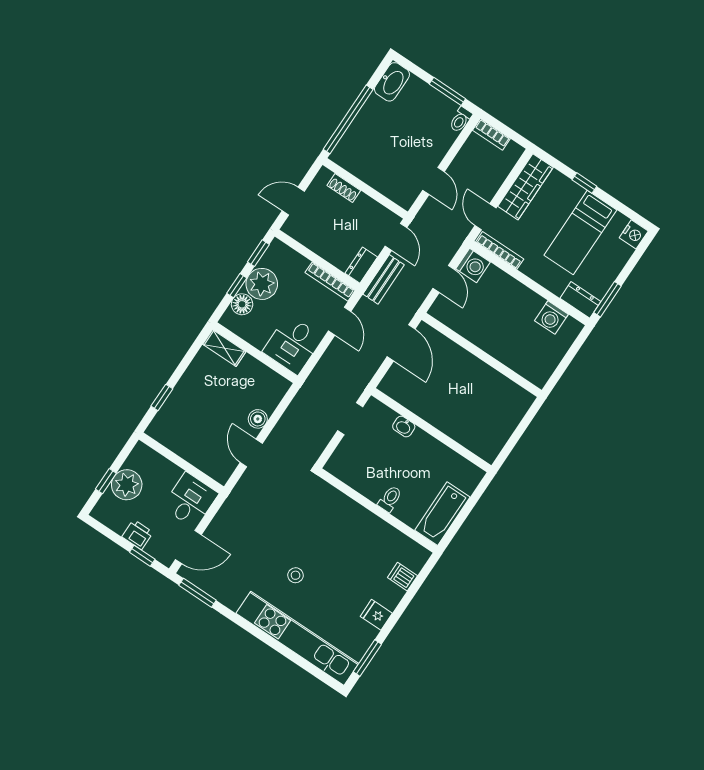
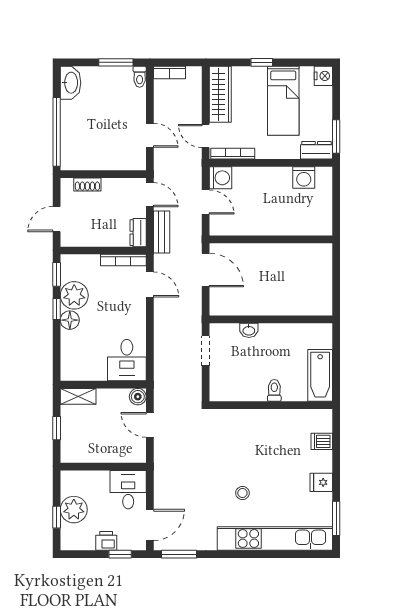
desk: (293, 345) -> (127, 360), moved
shelving: (224, 348) -> (78, 396), moved
wall: (255, 353) -> (103, 385), moved

